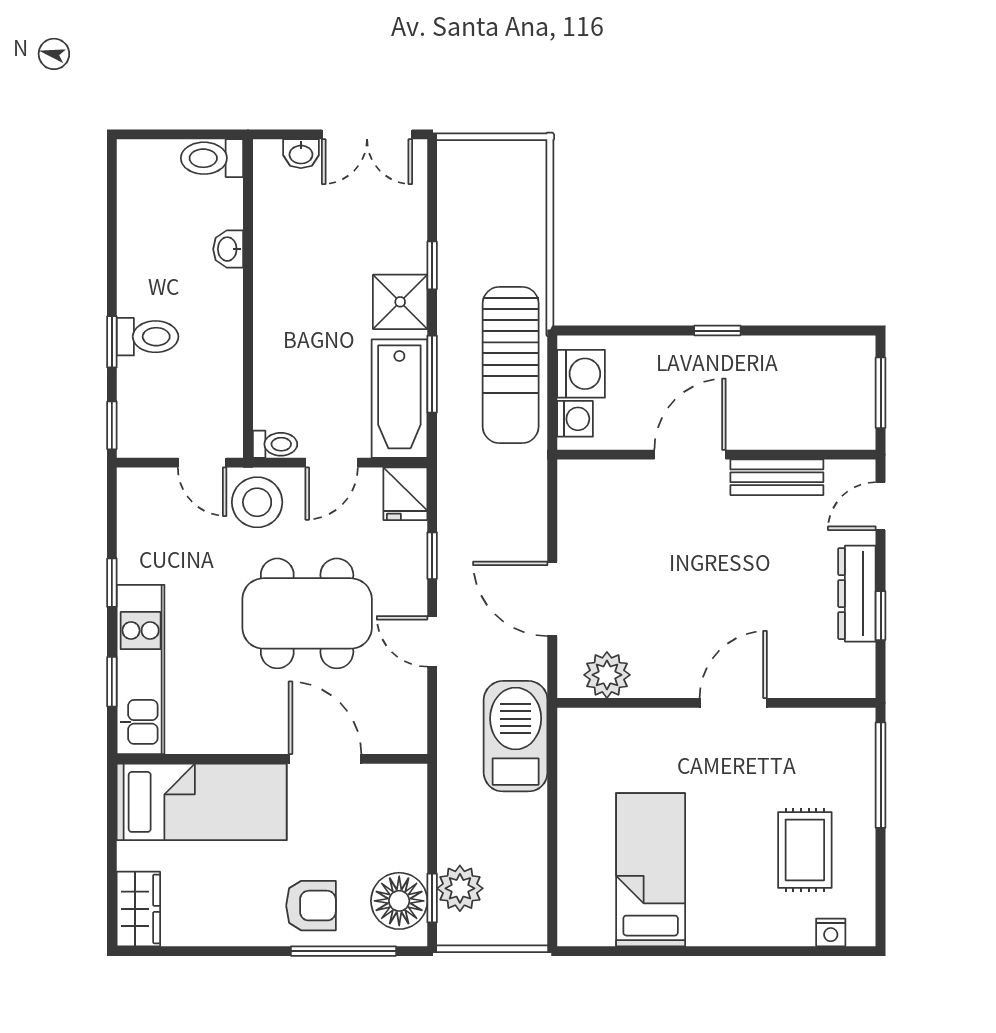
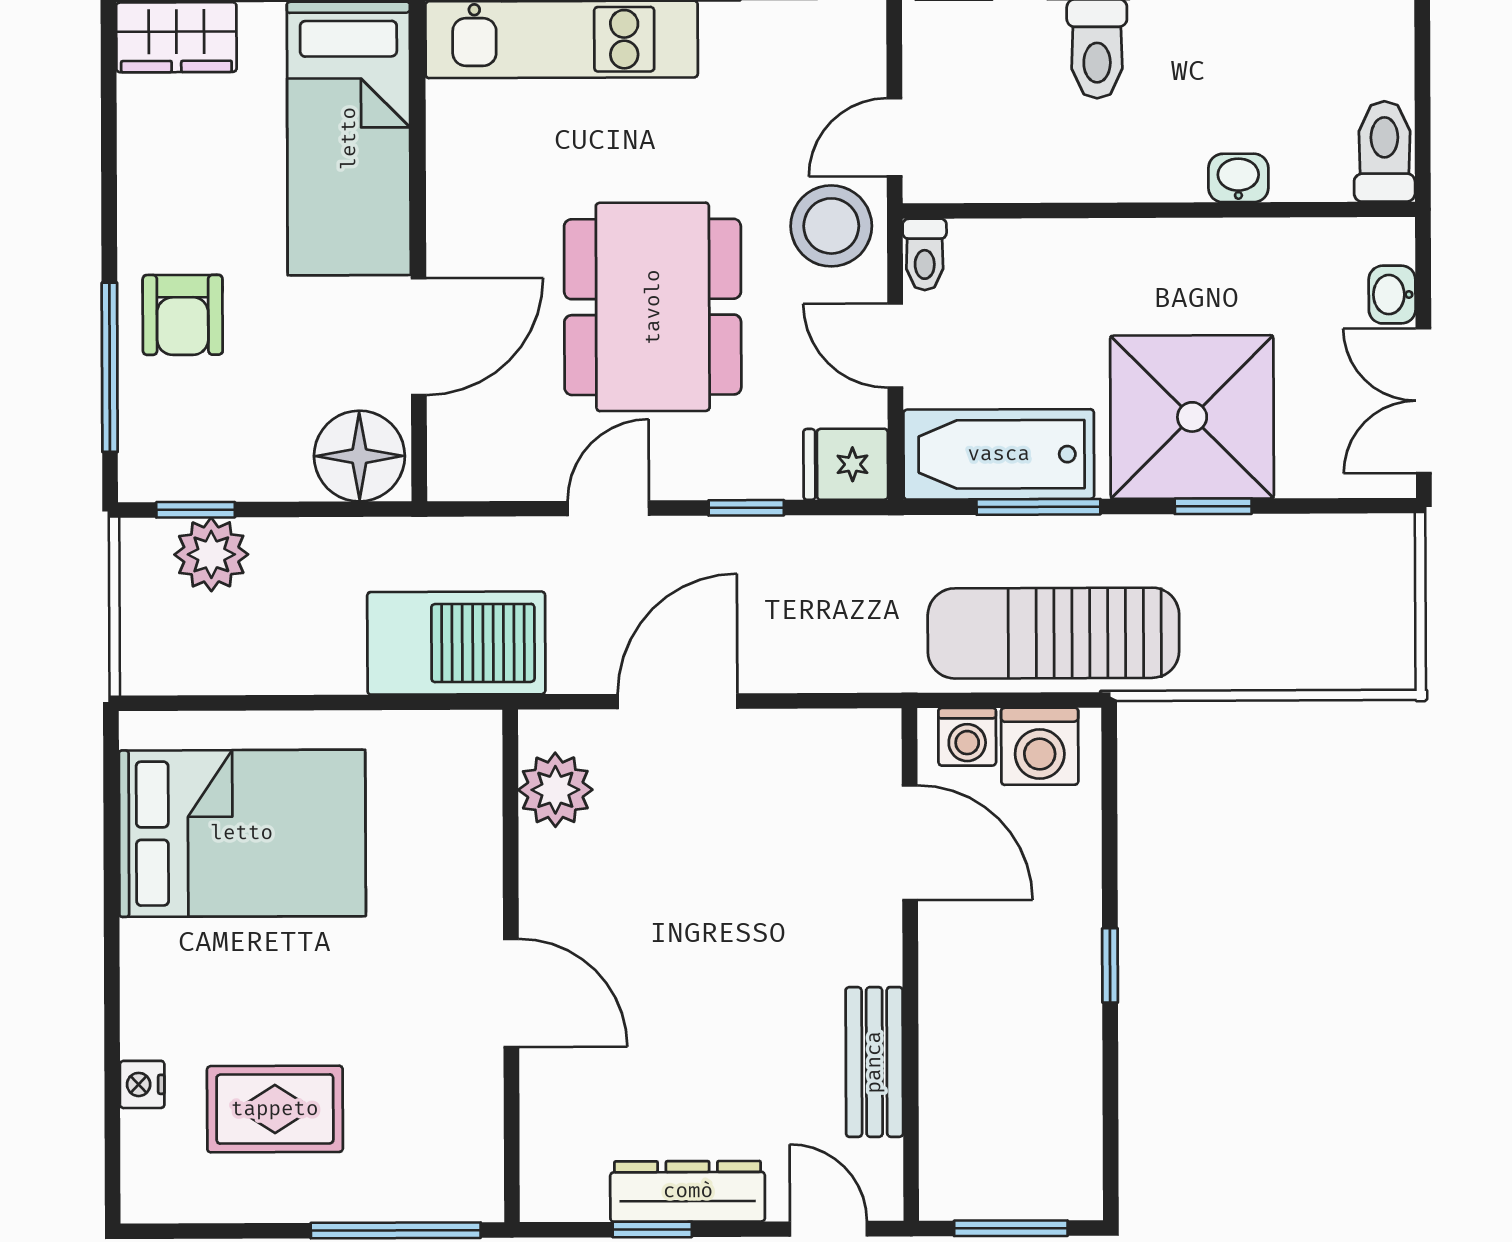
shower: (400, 302) -> (1192, 417), width x1.86, depth x1.86
door: (690, 455) -> (910, 843), moved
bed: (651, 870) -> (242, 833), width x1.50
floor lamp: (399, 901) -> (359, 456), moved
nightstand: (831, 932) -> (142, 1084), moved

